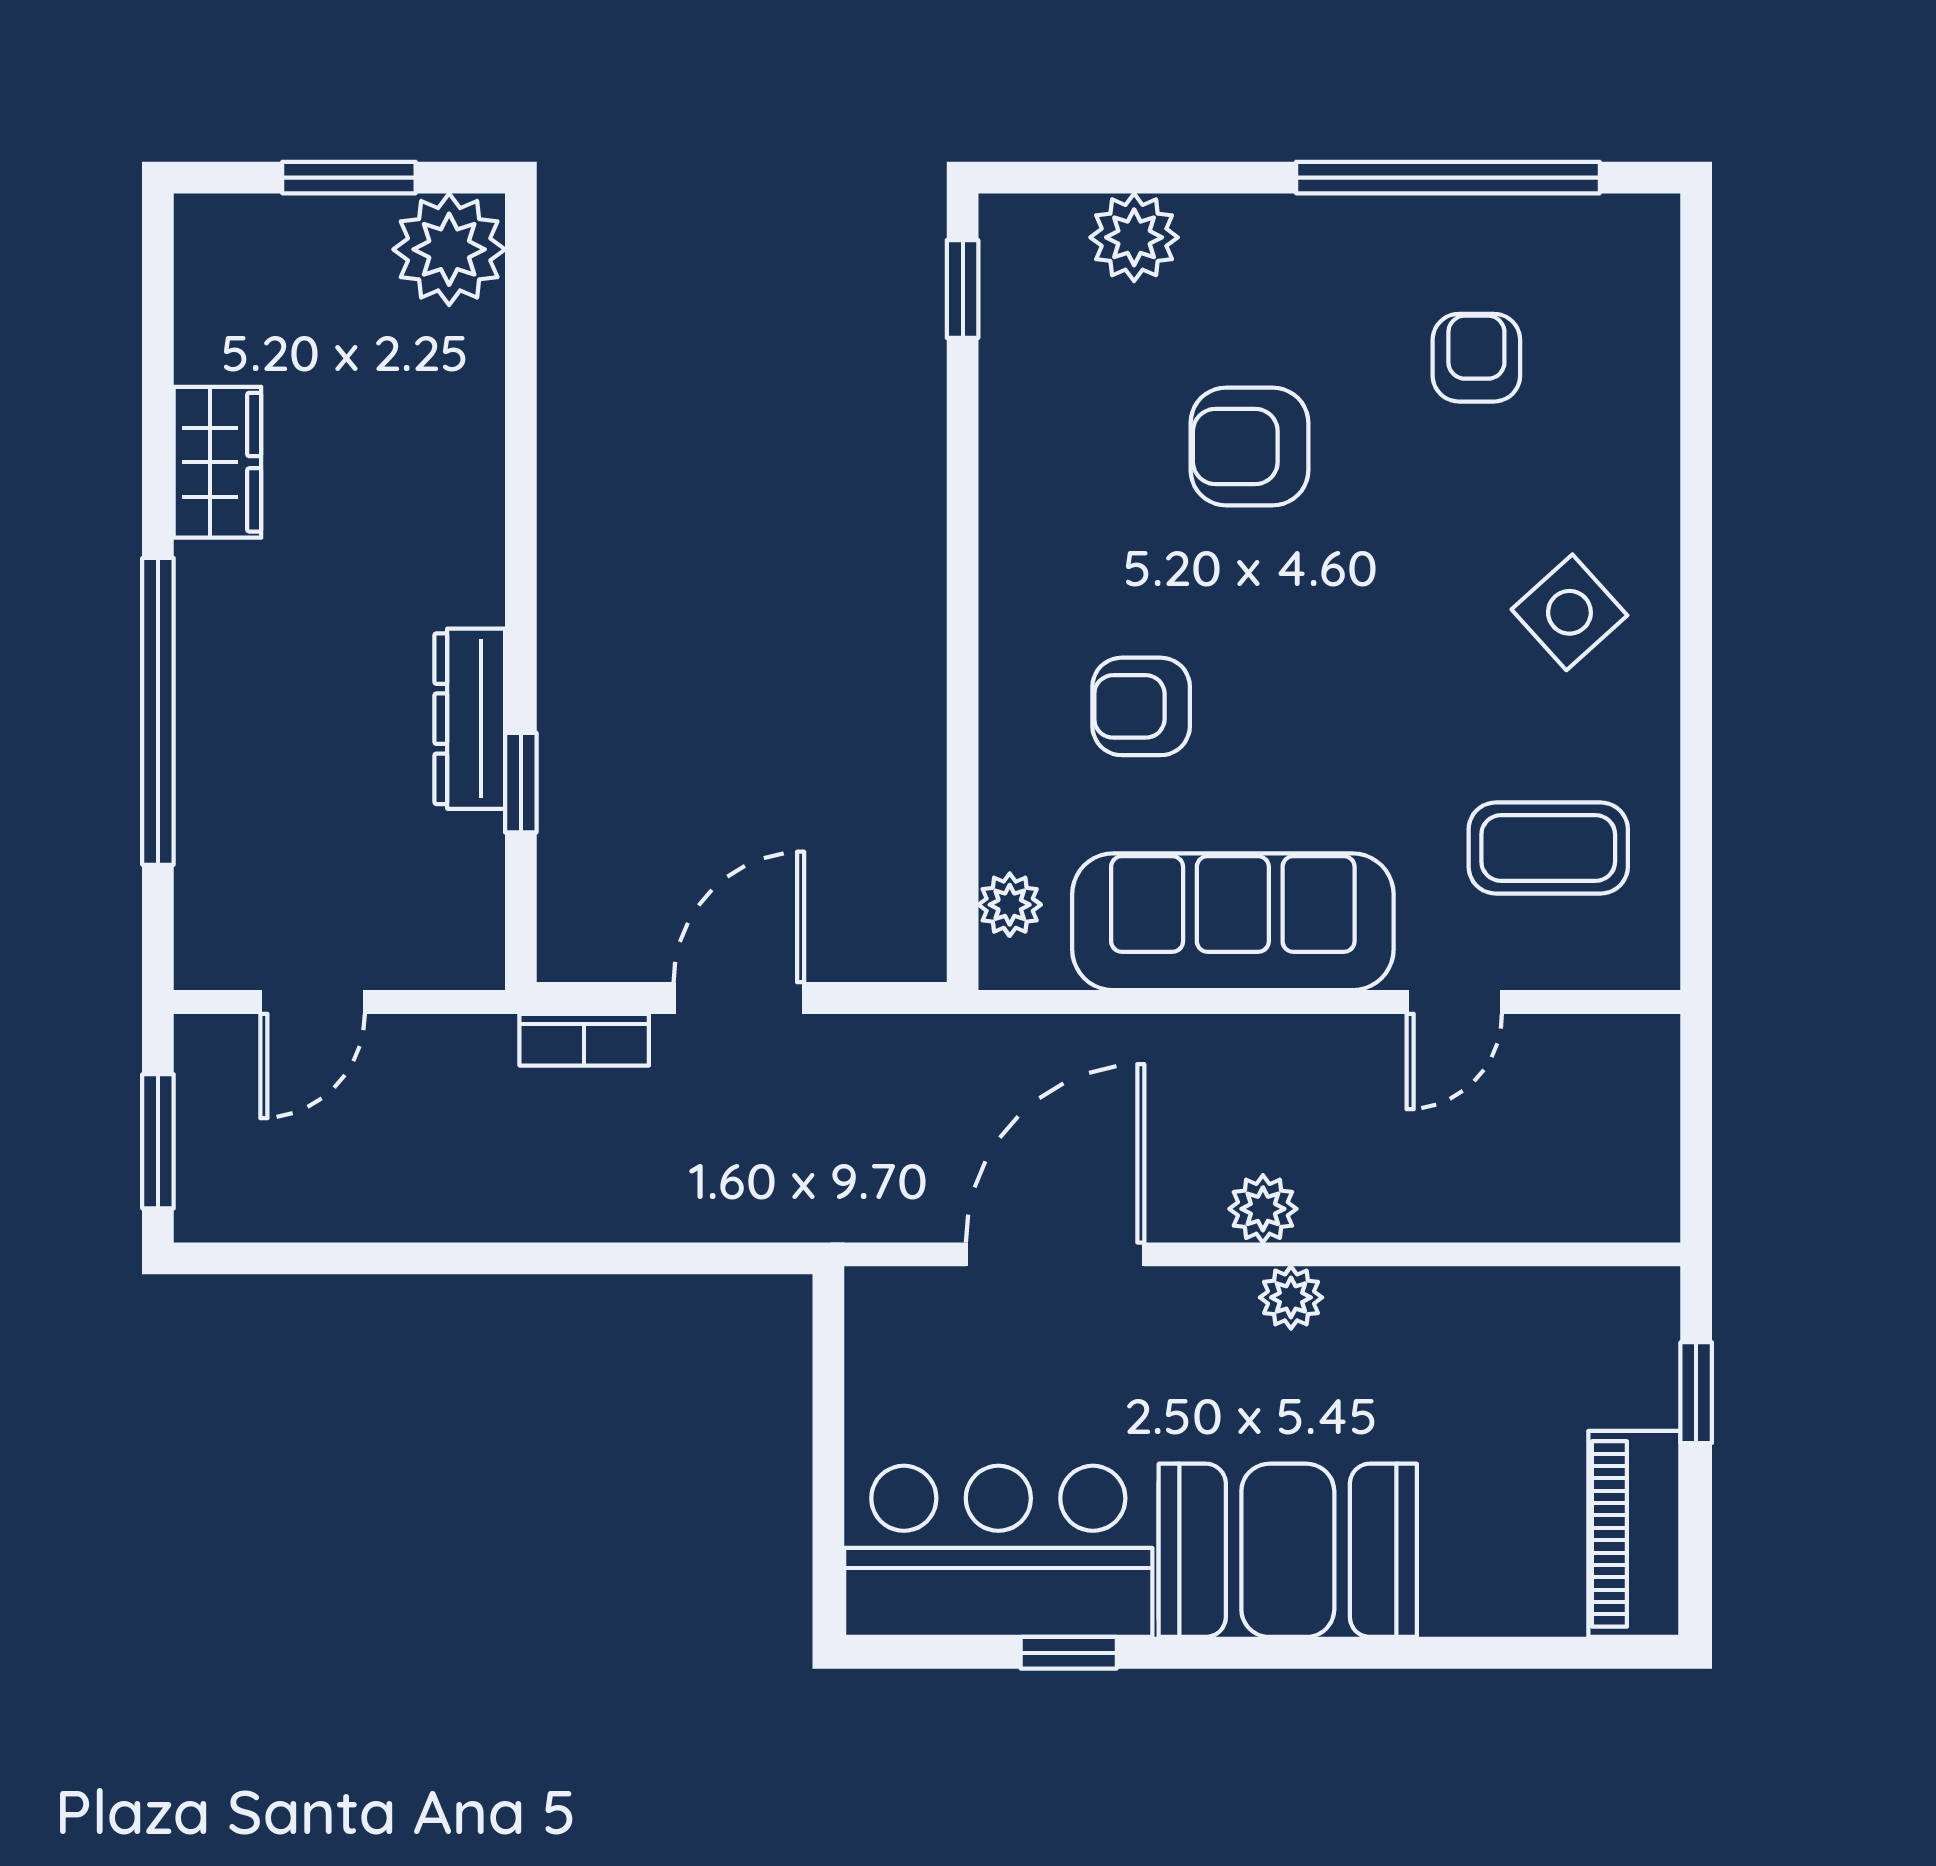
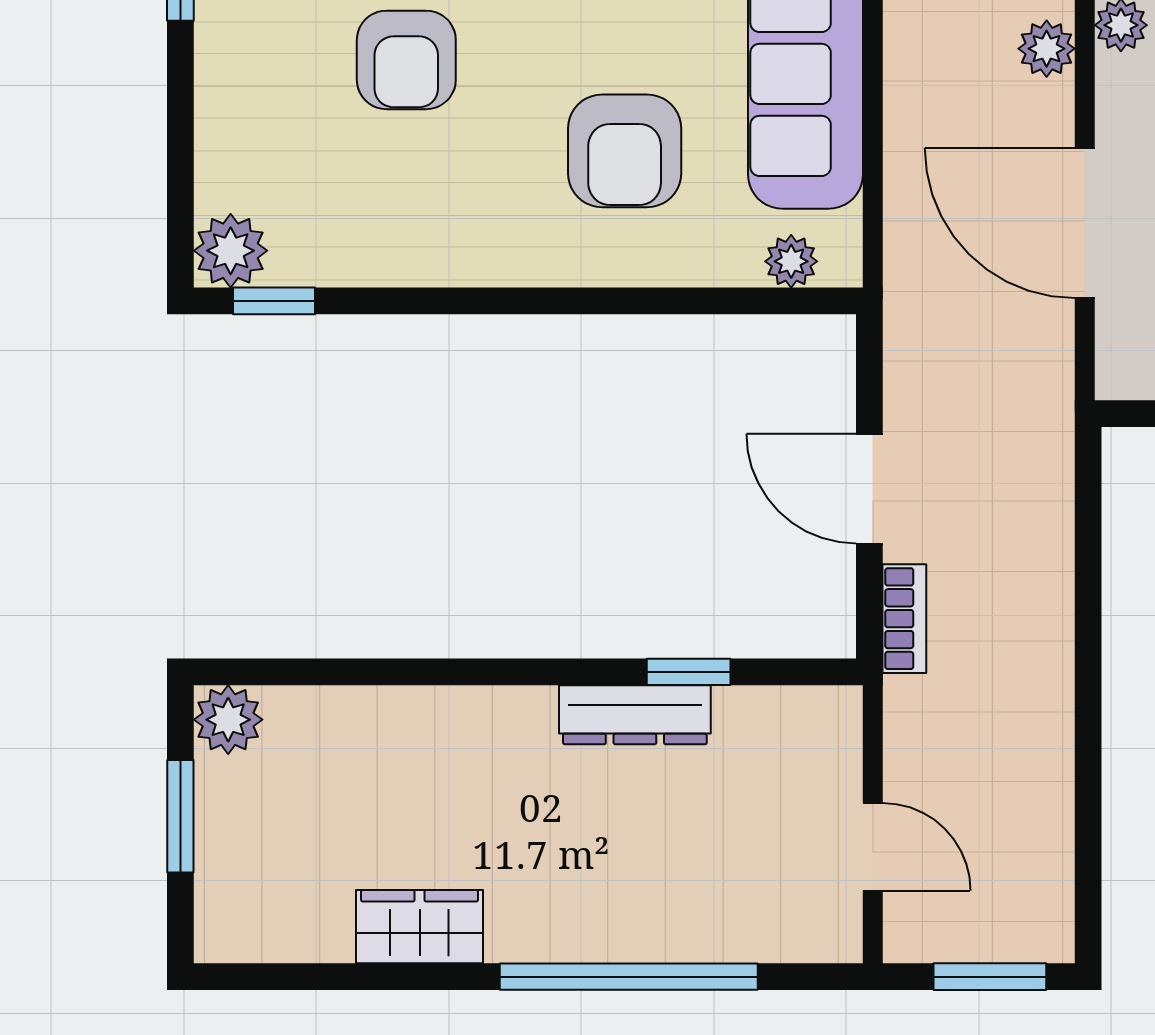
plant: (1134, 237) -> (231, 251), moved
plant: (449, 249) -> (228, 720), width x0.73, depth x0.73
armchair: (1141, 706) -> (625, 151), width x1.38, depth x1.38

